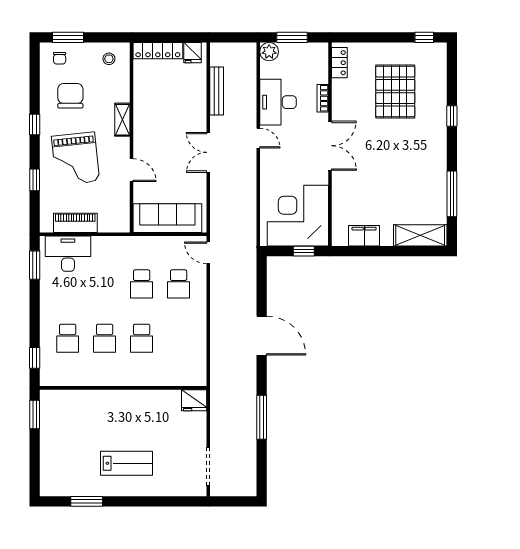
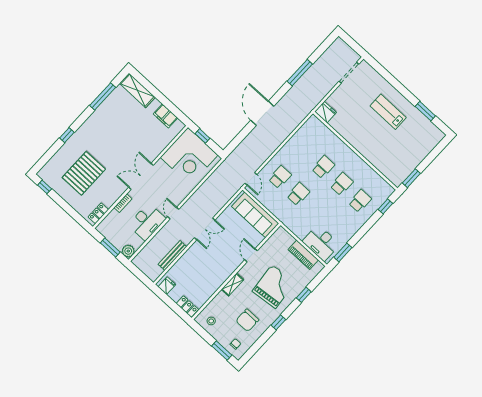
locker: (158, 51) -> (187, 307), width x0.66

